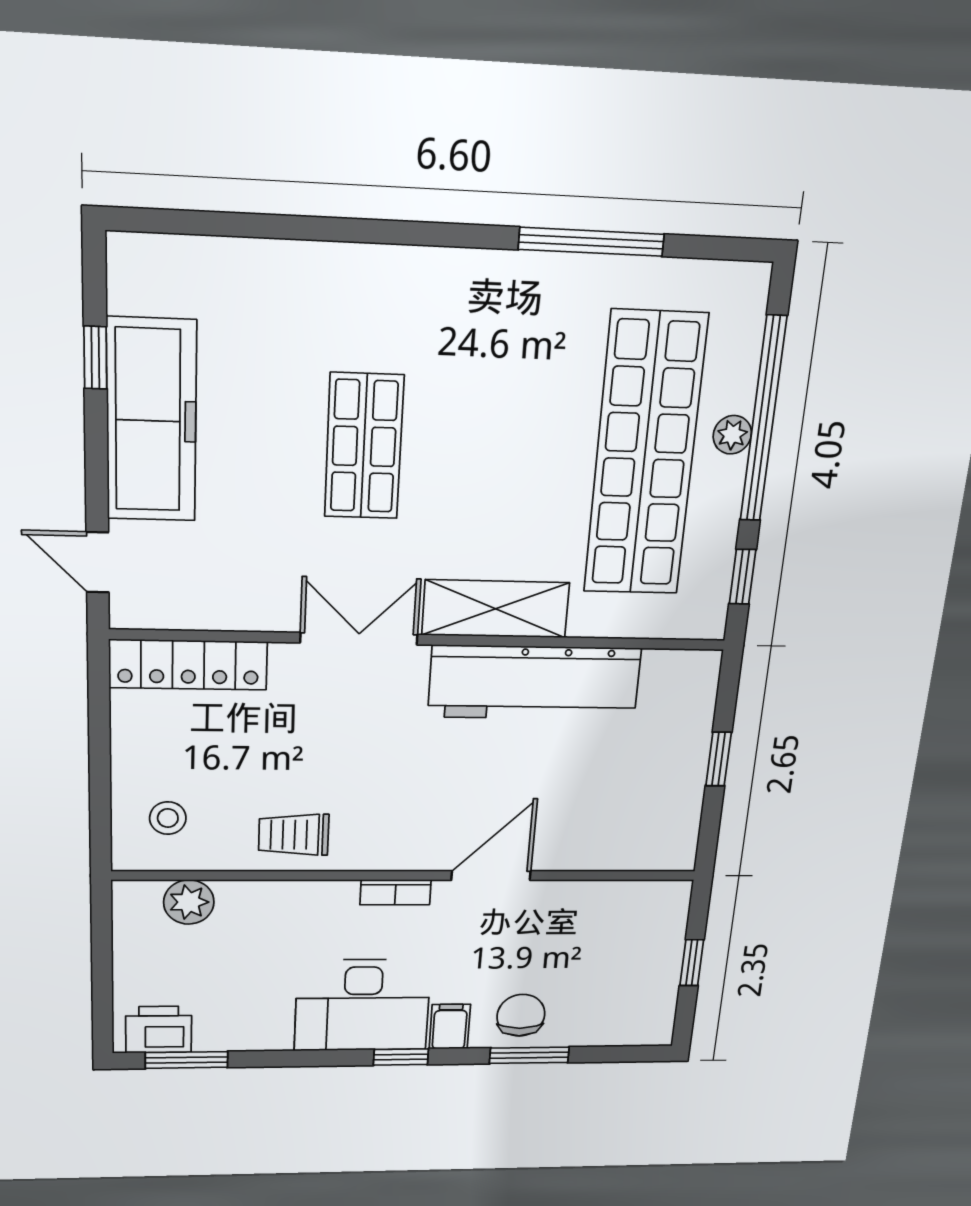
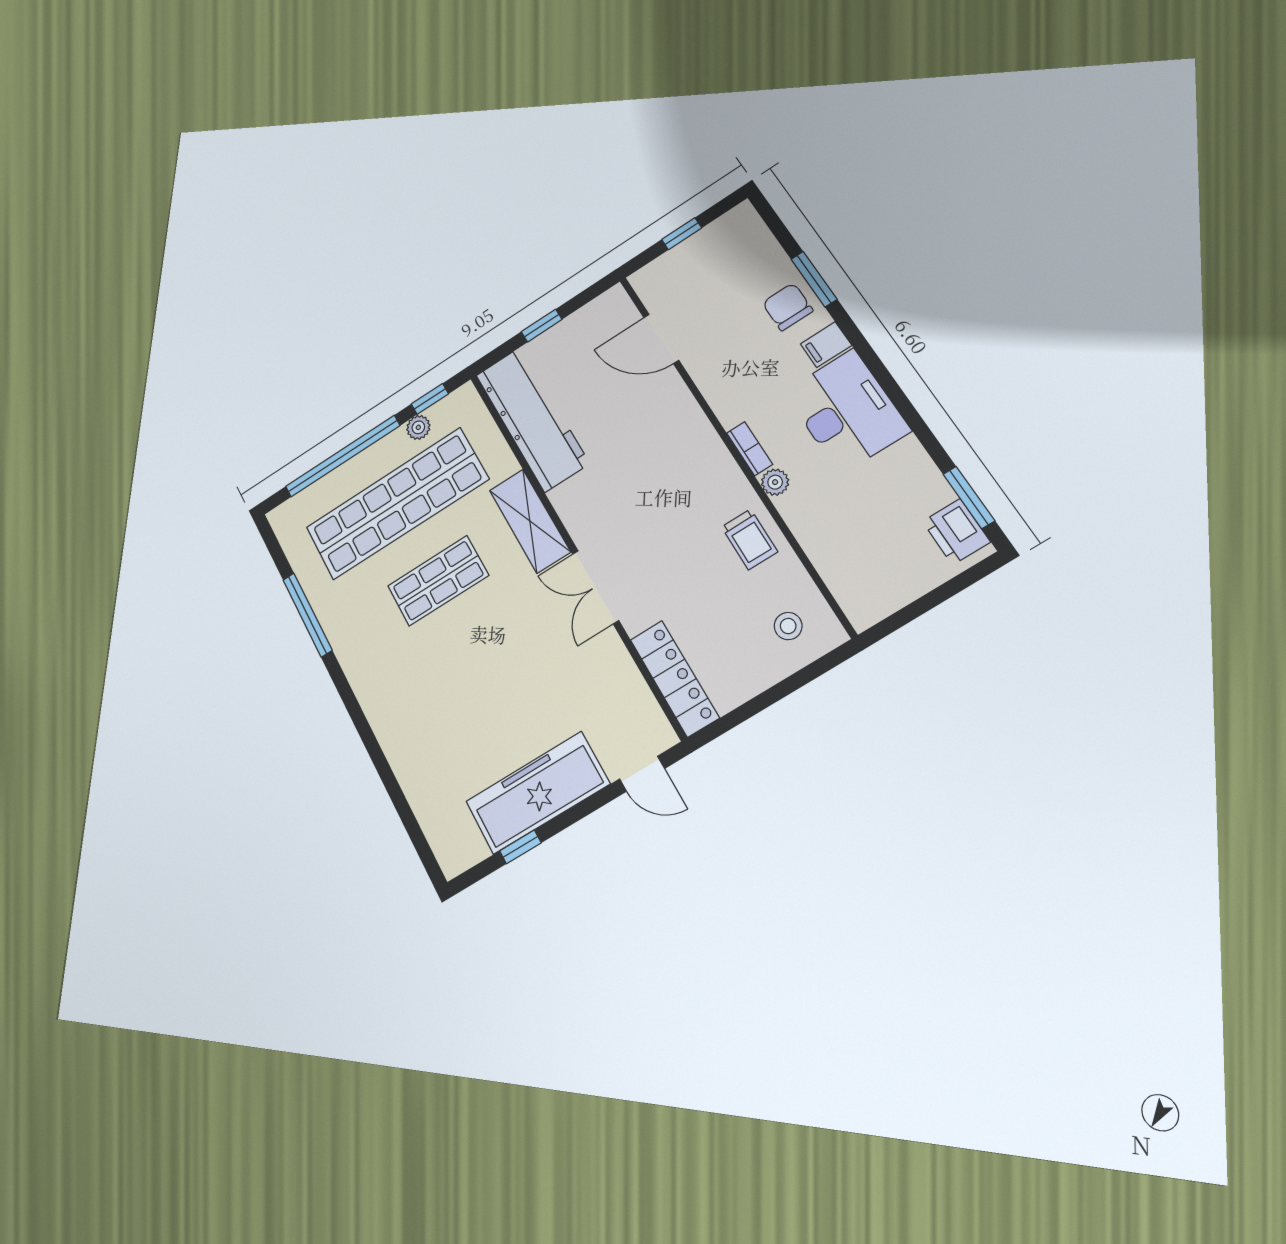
plant: (732, 435) -> (418, 427), moved
shop shelf: (364, 446) -> (438, 581), moved
door: (98, 562) -> (642, 774), hinge flipped
workbench: (535, 683) -> (532, 419), moved
door: (491, 876) -> (661, 339), moved
plant: (189, 902) -> (775, 482), moved, width x0.73, depth x0.73
chair: (521, 1015) -> (788, 307), turned 90
window: (401, 1057) -> (871, 359), removed

